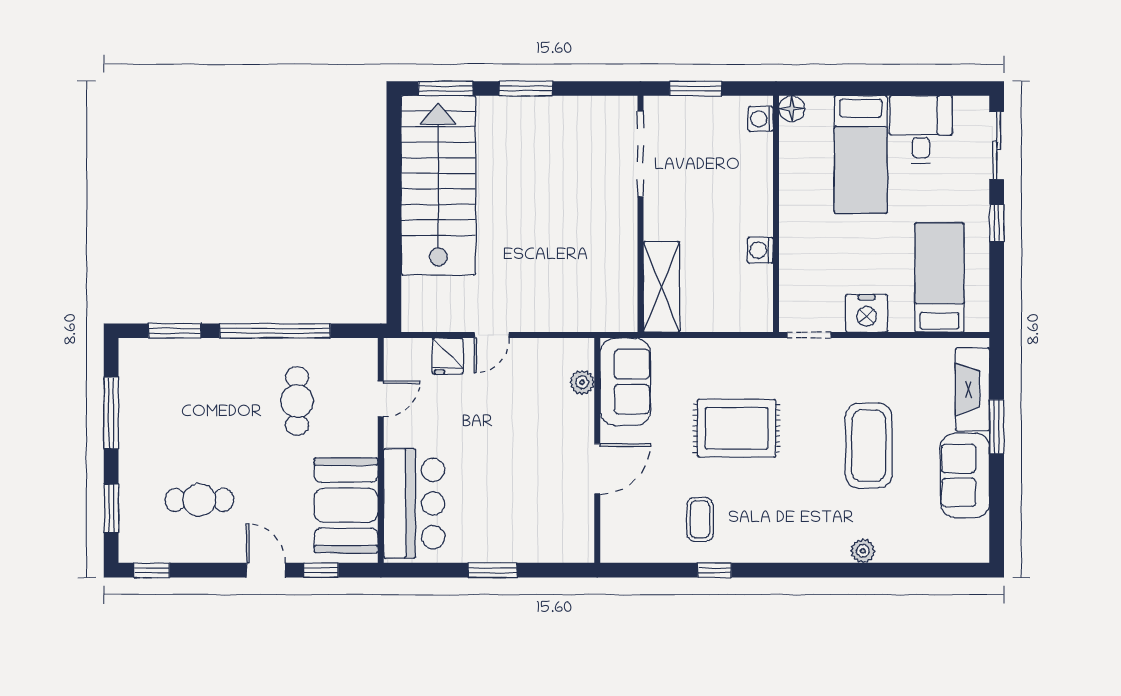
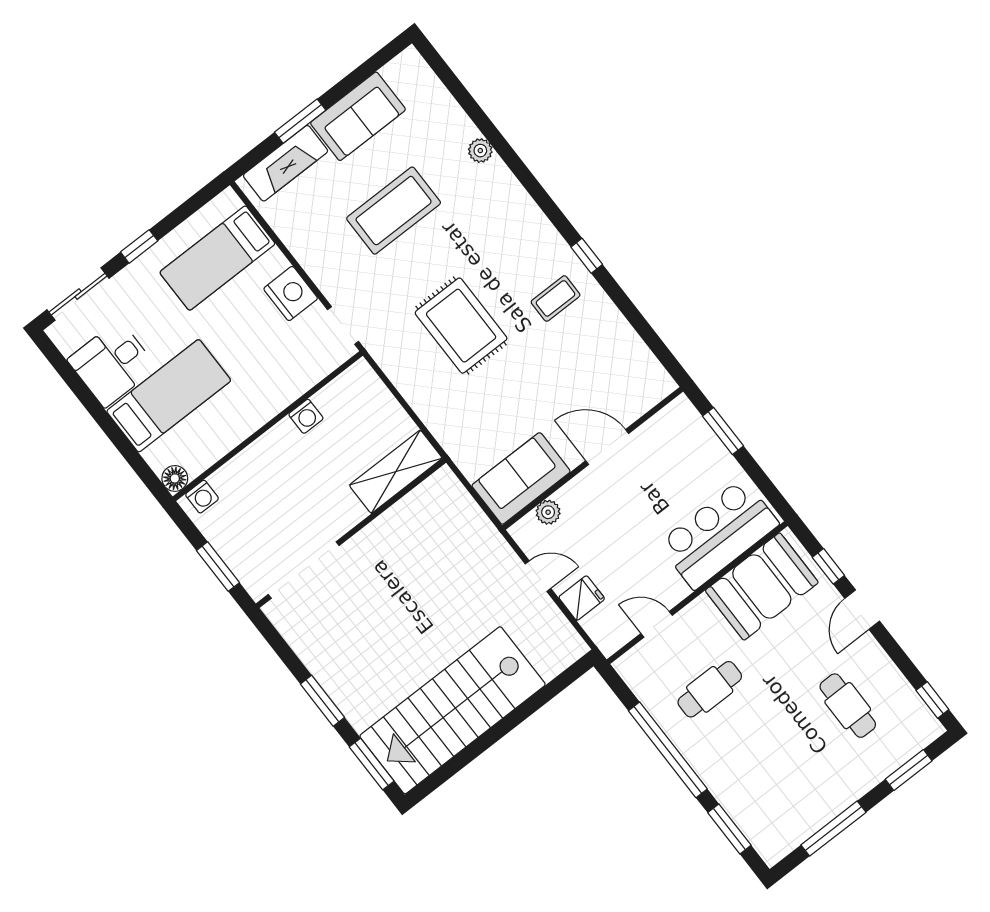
plant: (582, 382) -> (548, 512), moved
sofa: (625, 382) -> (521, 478), moved
wall: (597, 450) -> (593, 458), moved
door: (597, 469) -> (607, 447), moved

